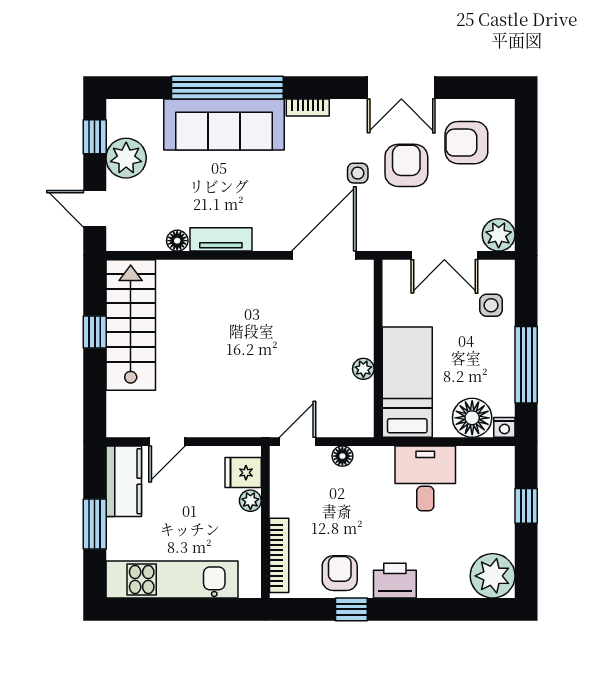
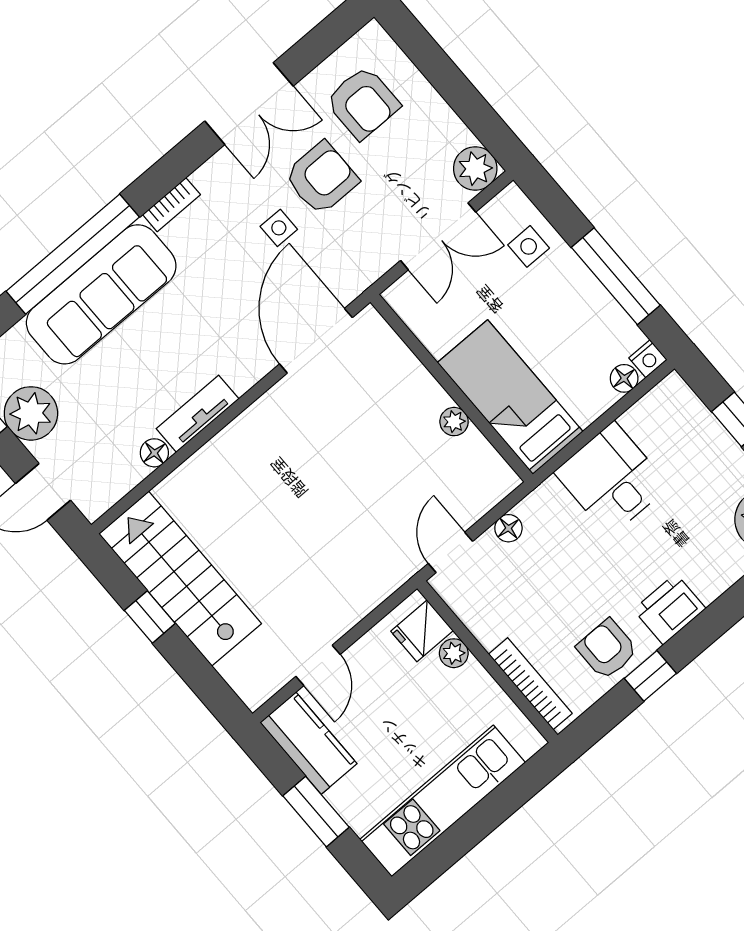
armchair: (466, 143) -> (363, 103), turned -90
armchair: (406, 165) -> (321, 178), turned 90
floor lamp: (472, 418) -> (624, 378), width x0.53, depth x0.53

